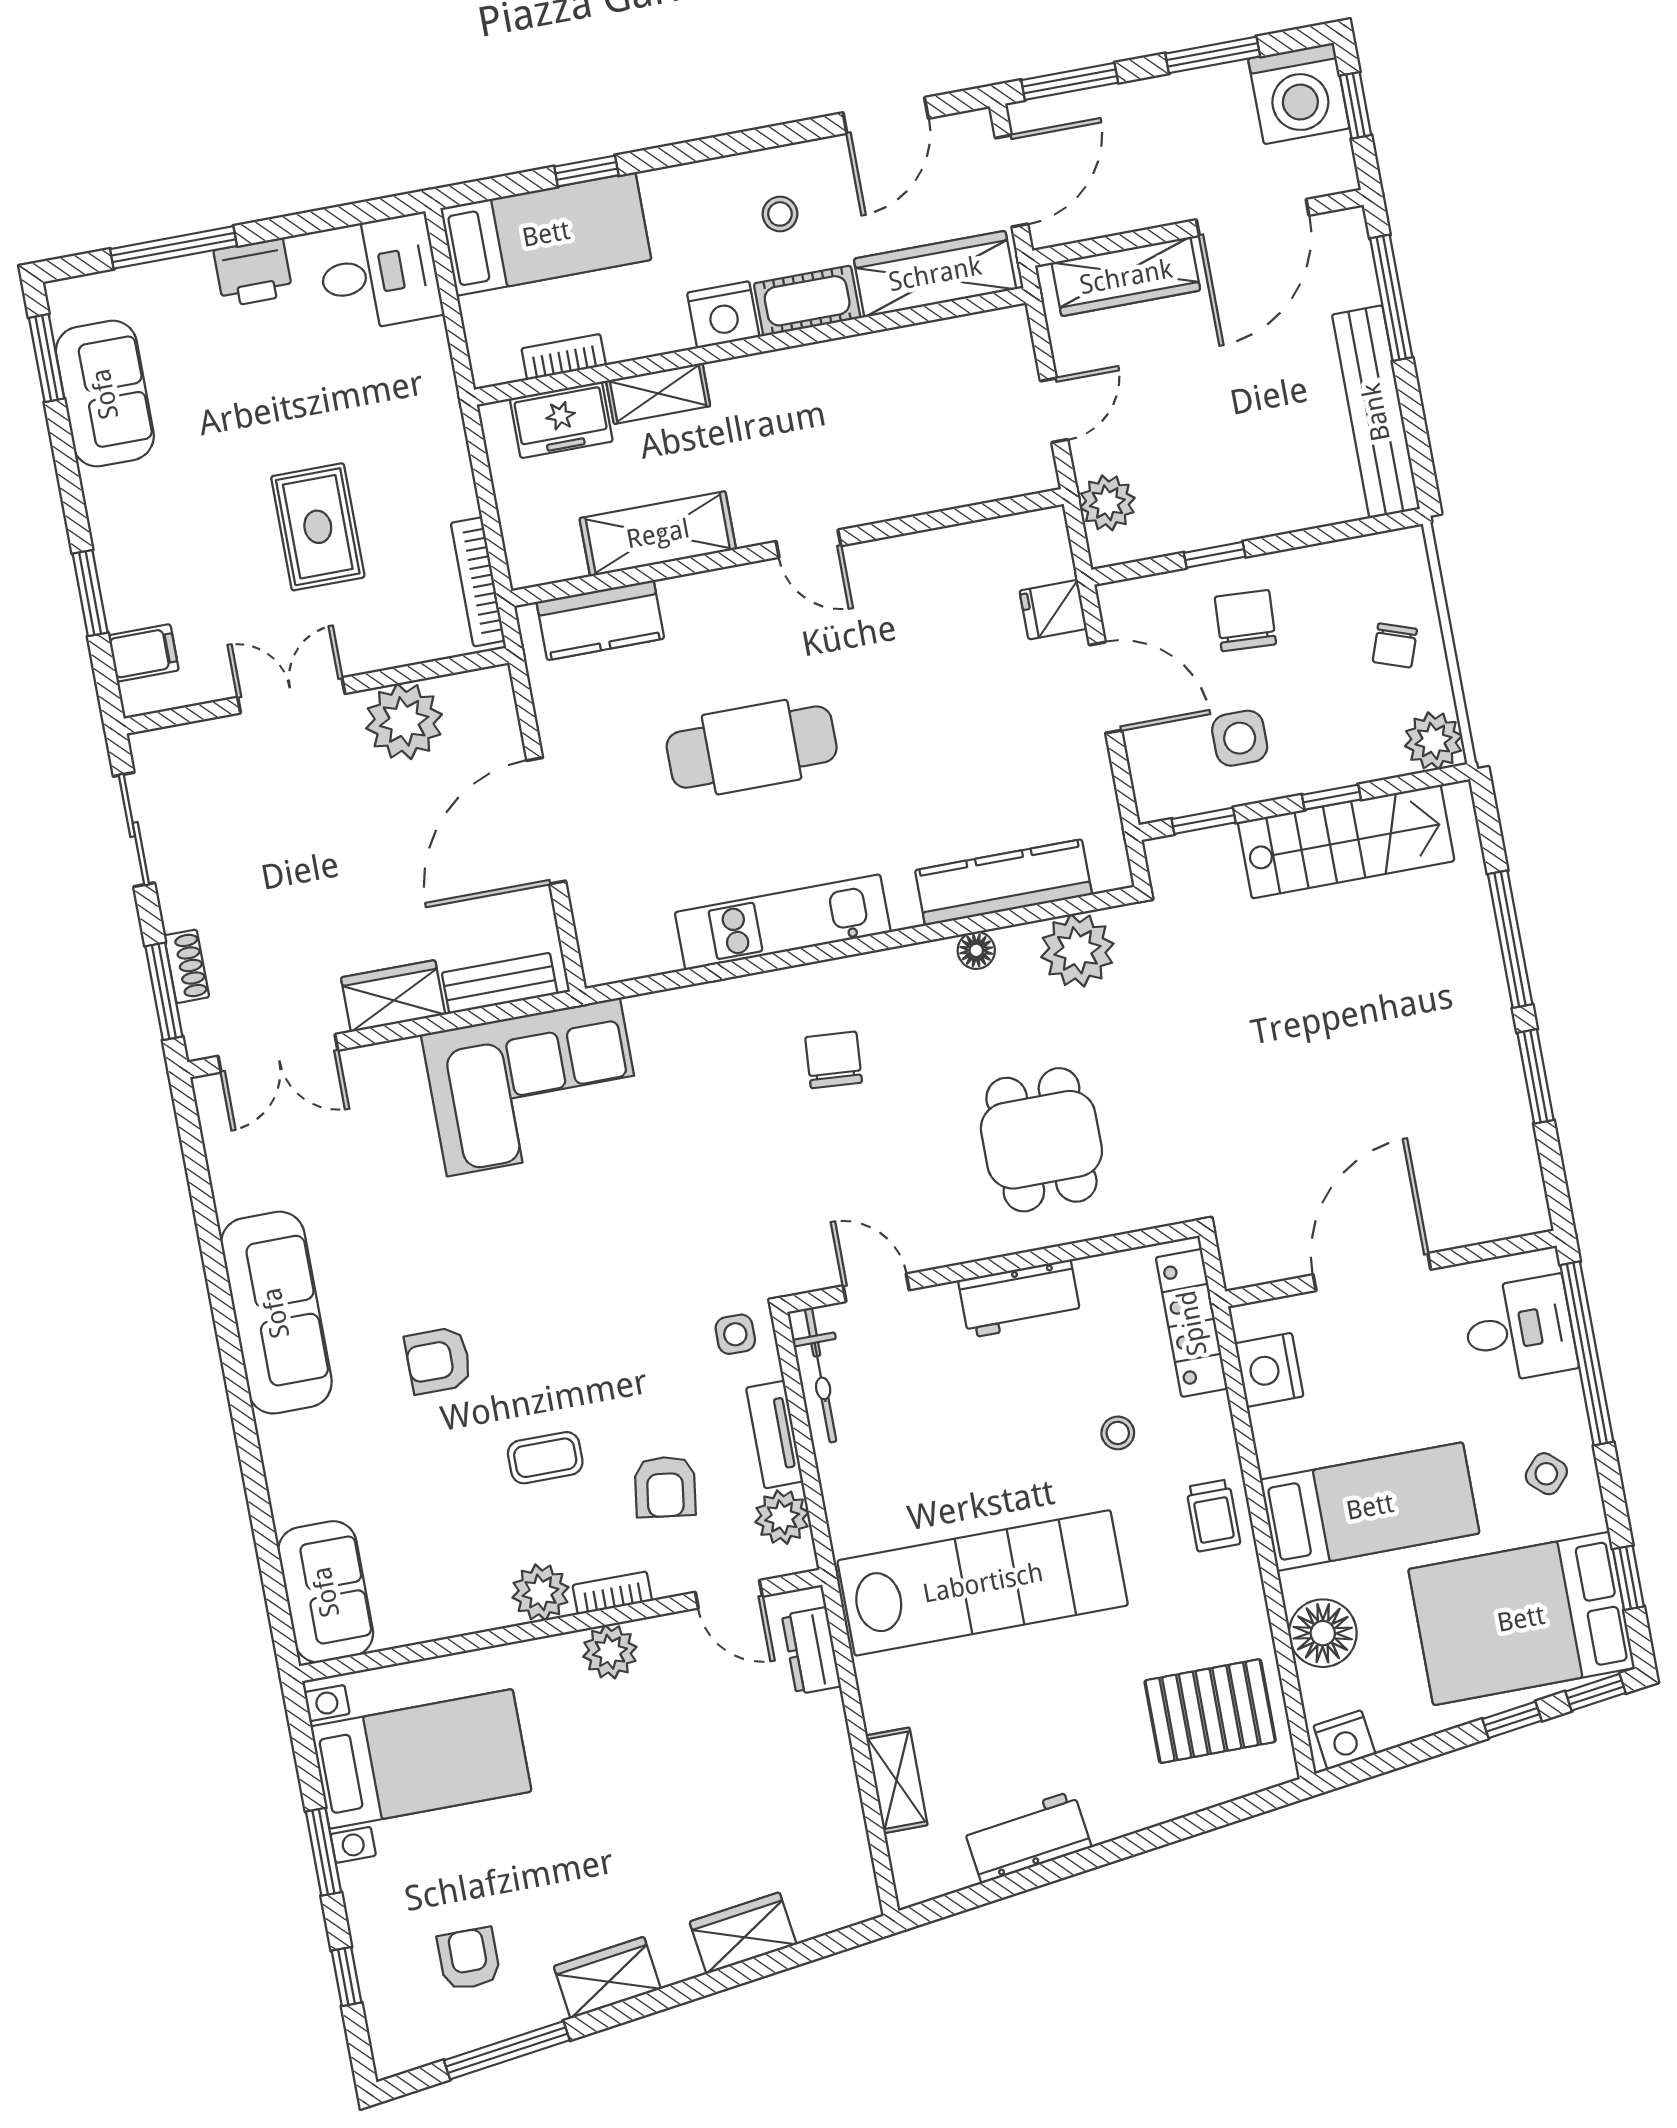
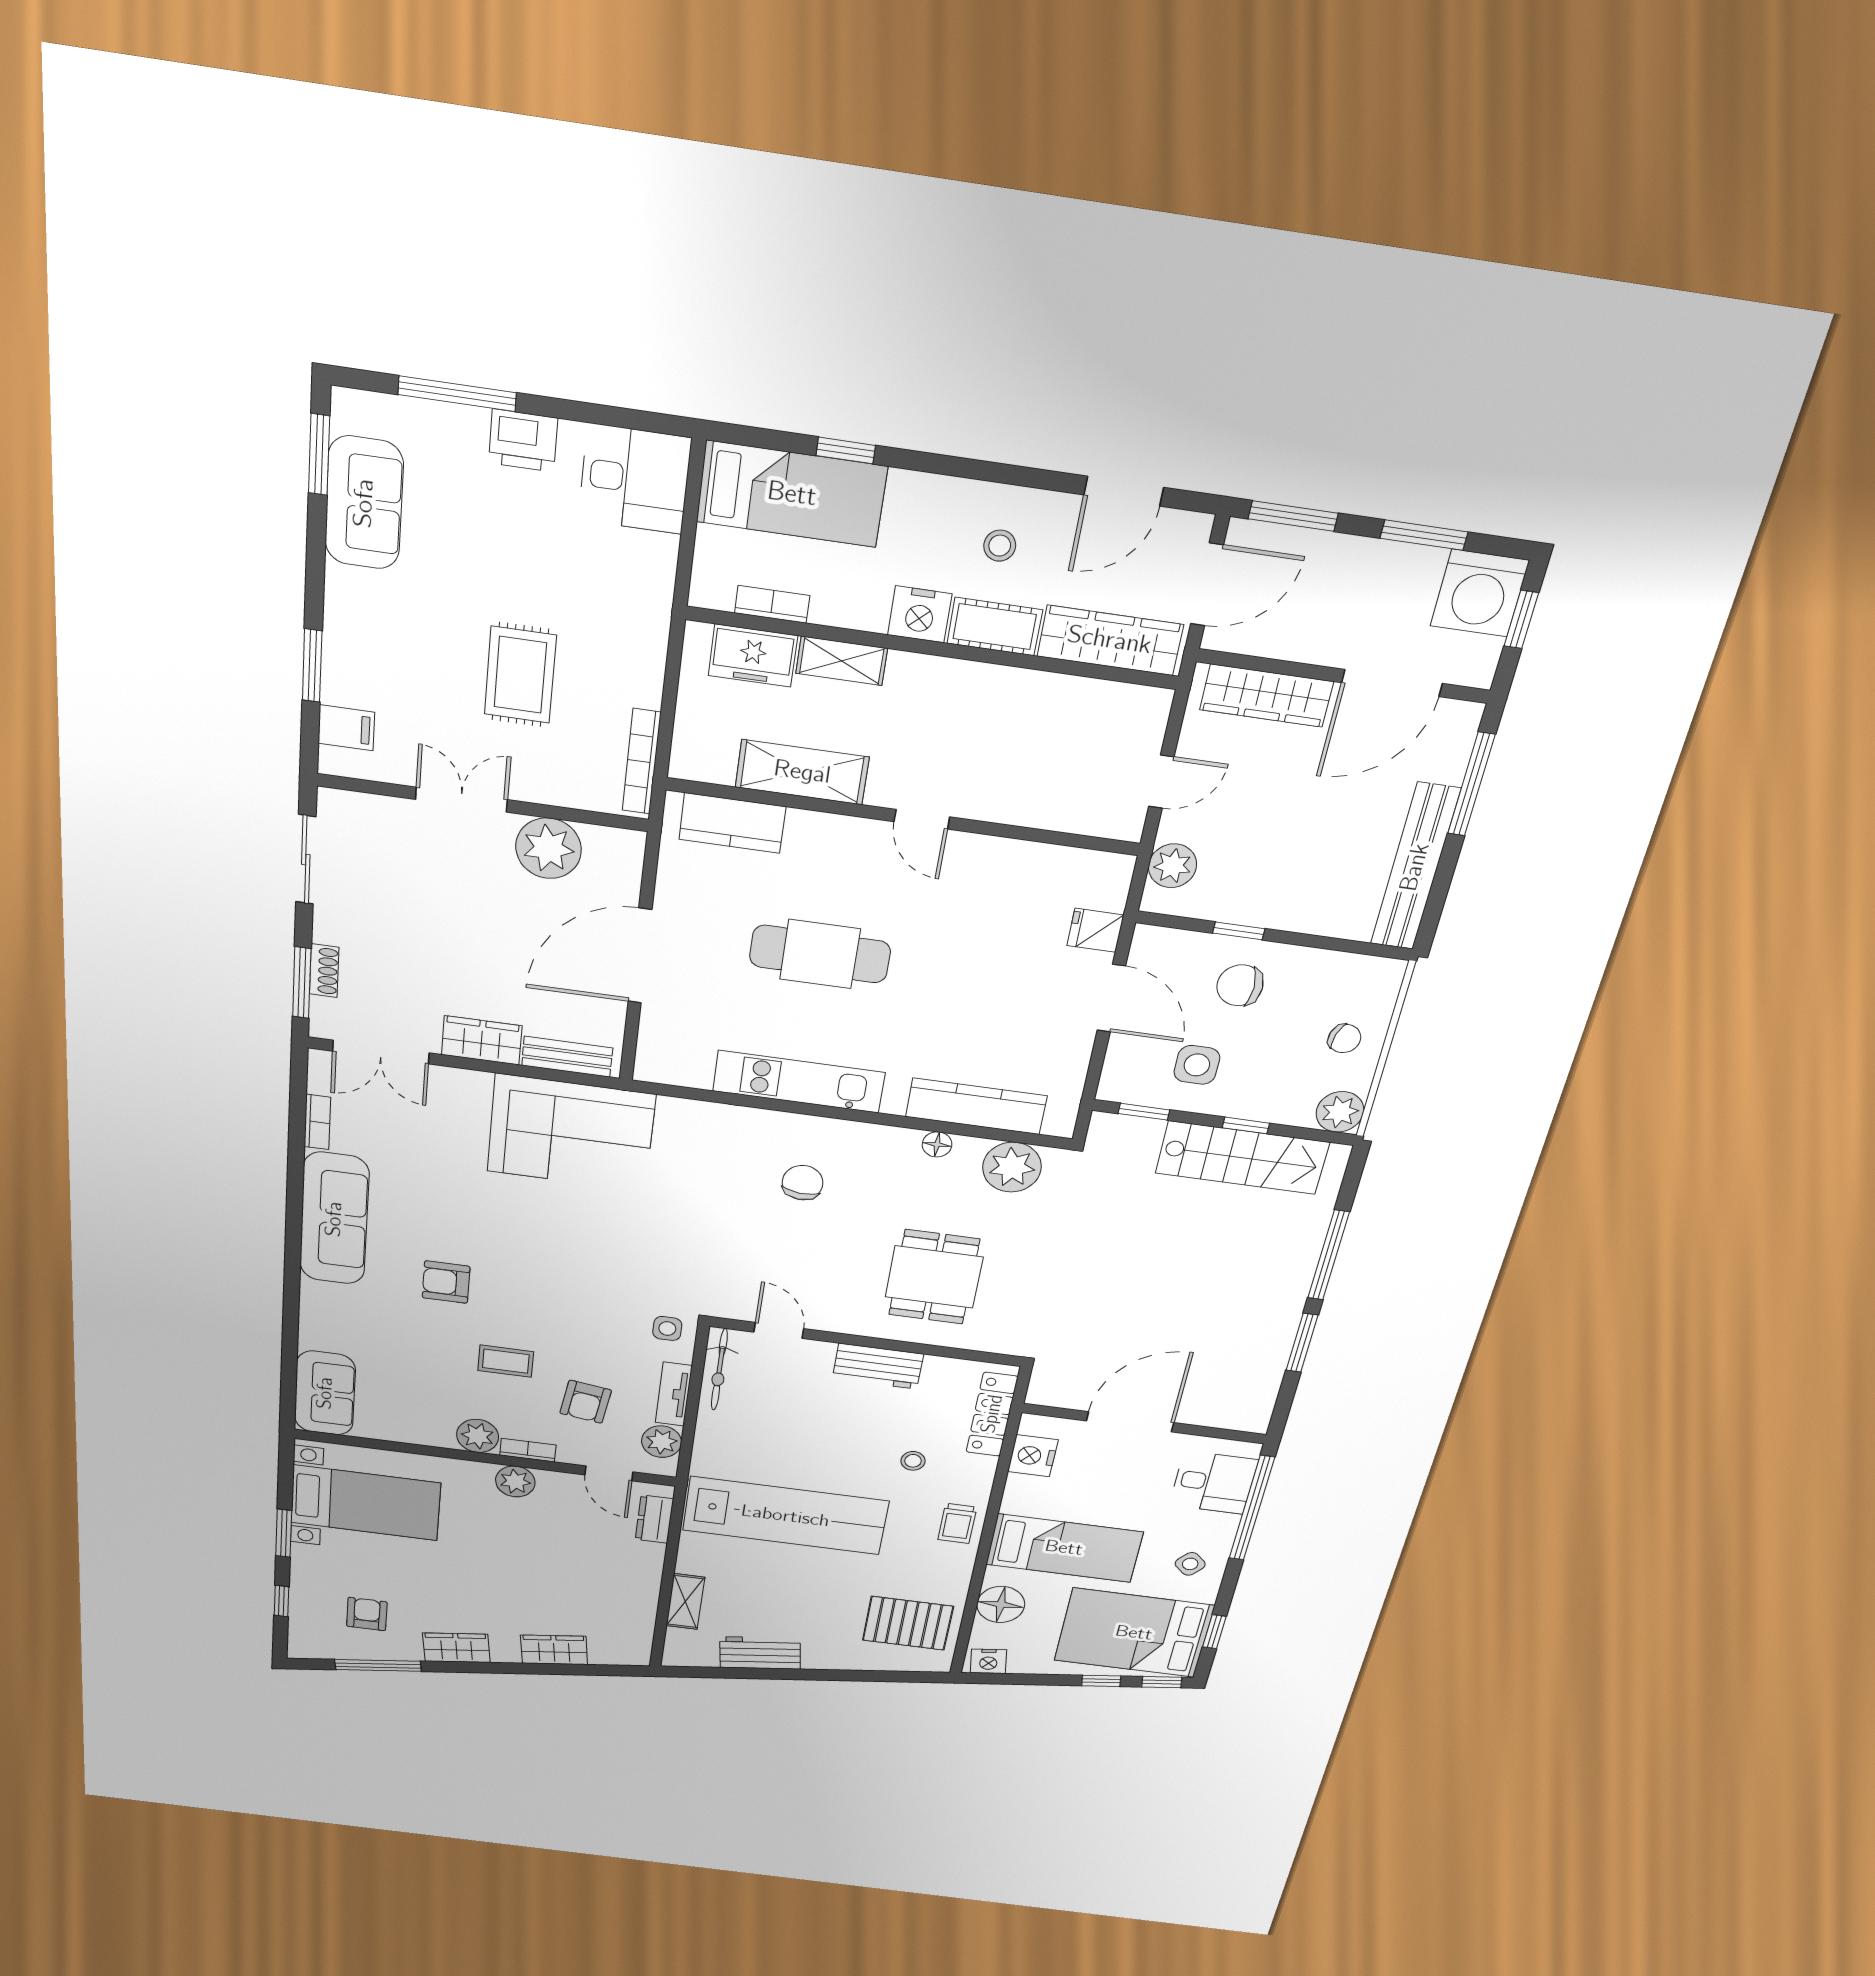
chair: (1245, 621) -> (1240, 985), turned -93
chair: (1395, 645) -> (1344, 1039), turned -92
bookcase: (224, 1178) -> (317, 1122), added

